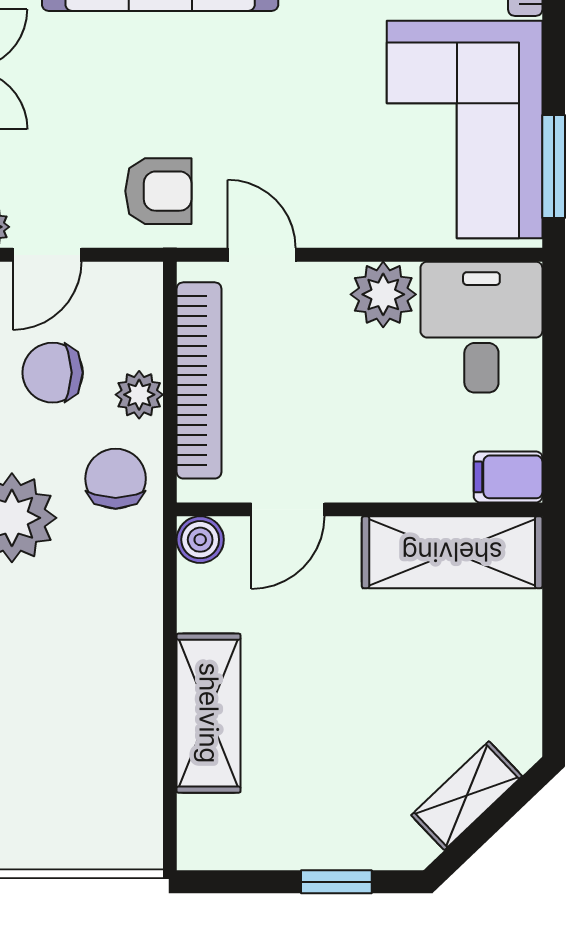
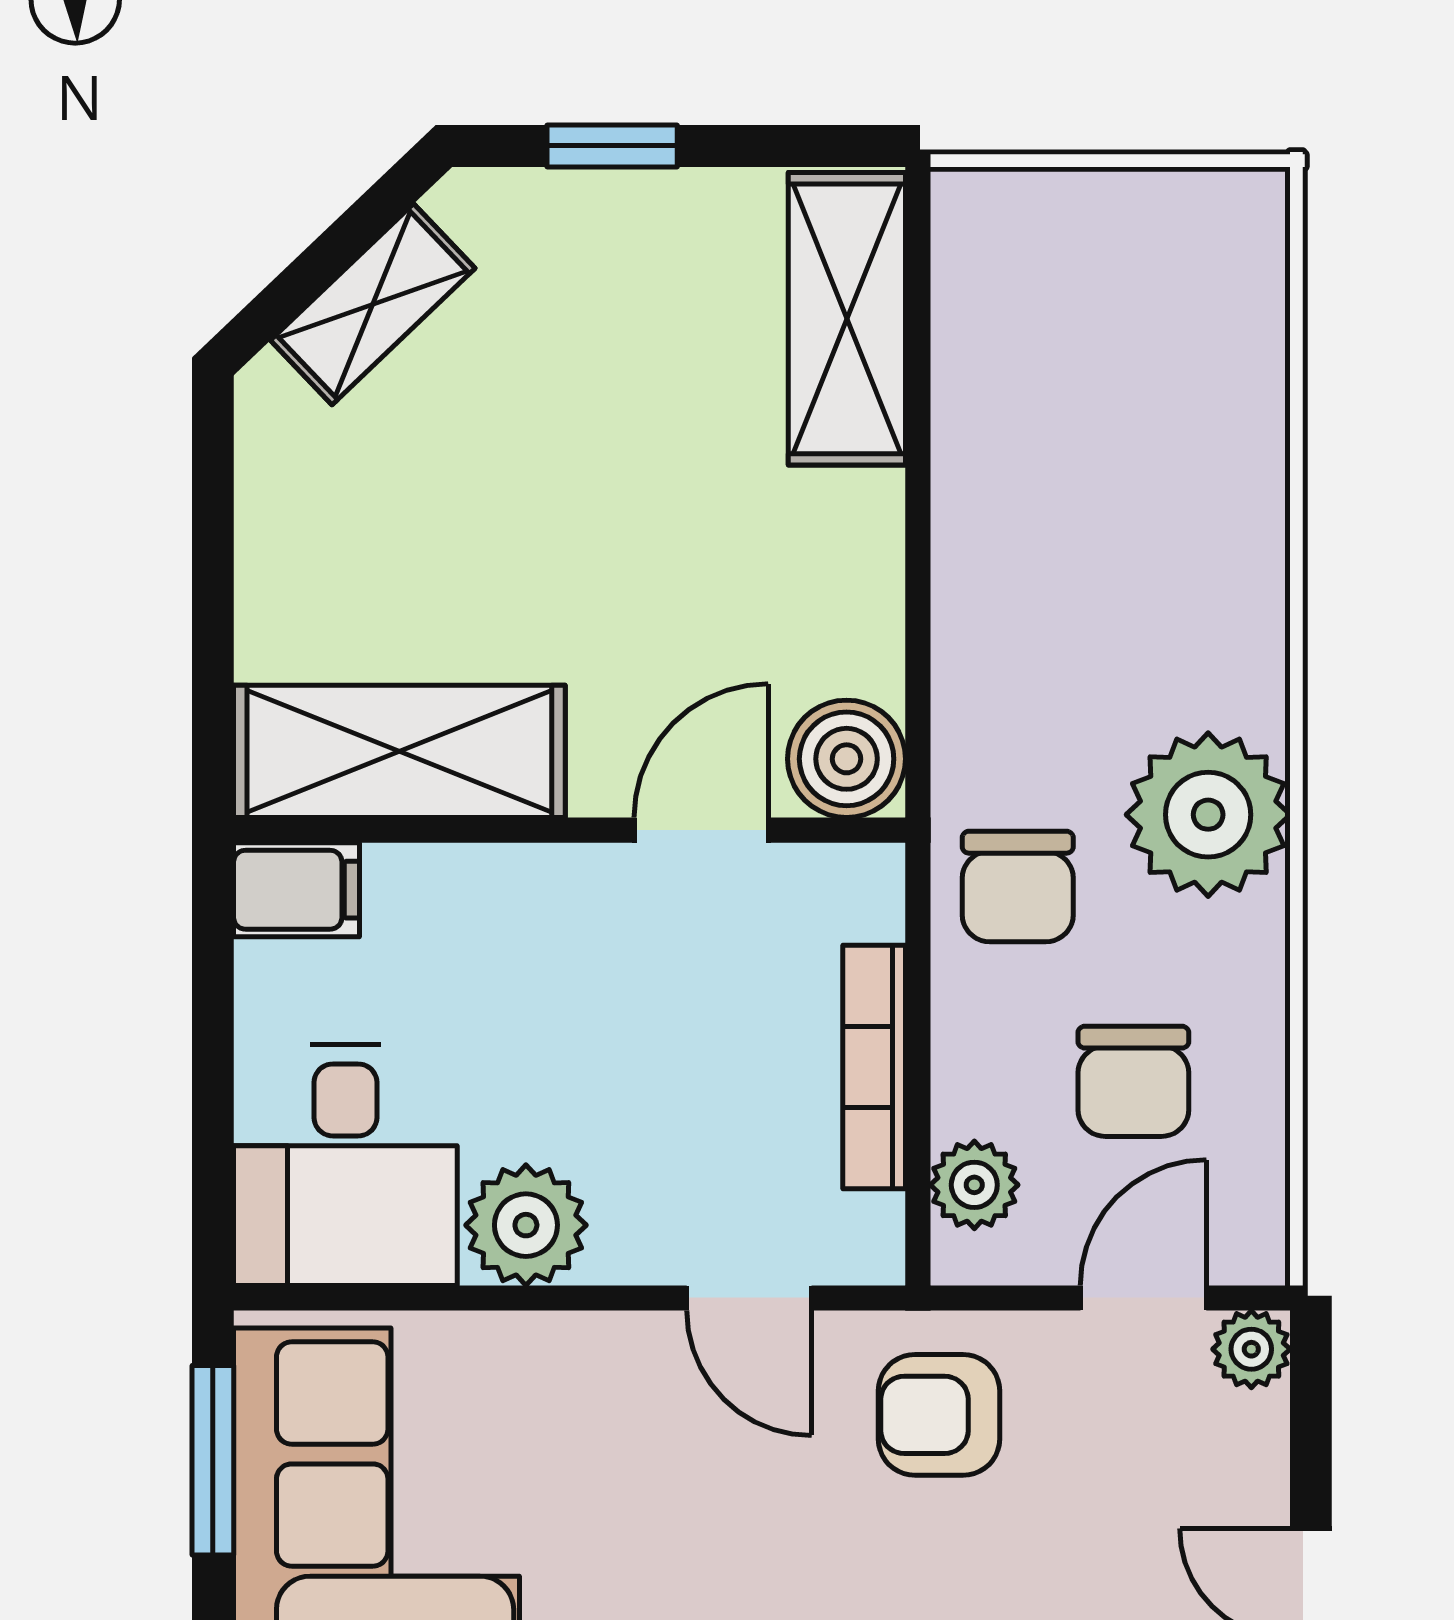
chair: (53, 373) -> (1133, 1081), turned 90
bookcase: (199, 380) -> (874, 1067), width x0.68, depth x0.76
plant: (139, 395) -> (974, 1185), moved
boiler: (200, 540) -> (847, 759), width x1.36, depth x1.36
shelving: (209, 713) -> (847, 319), moved

